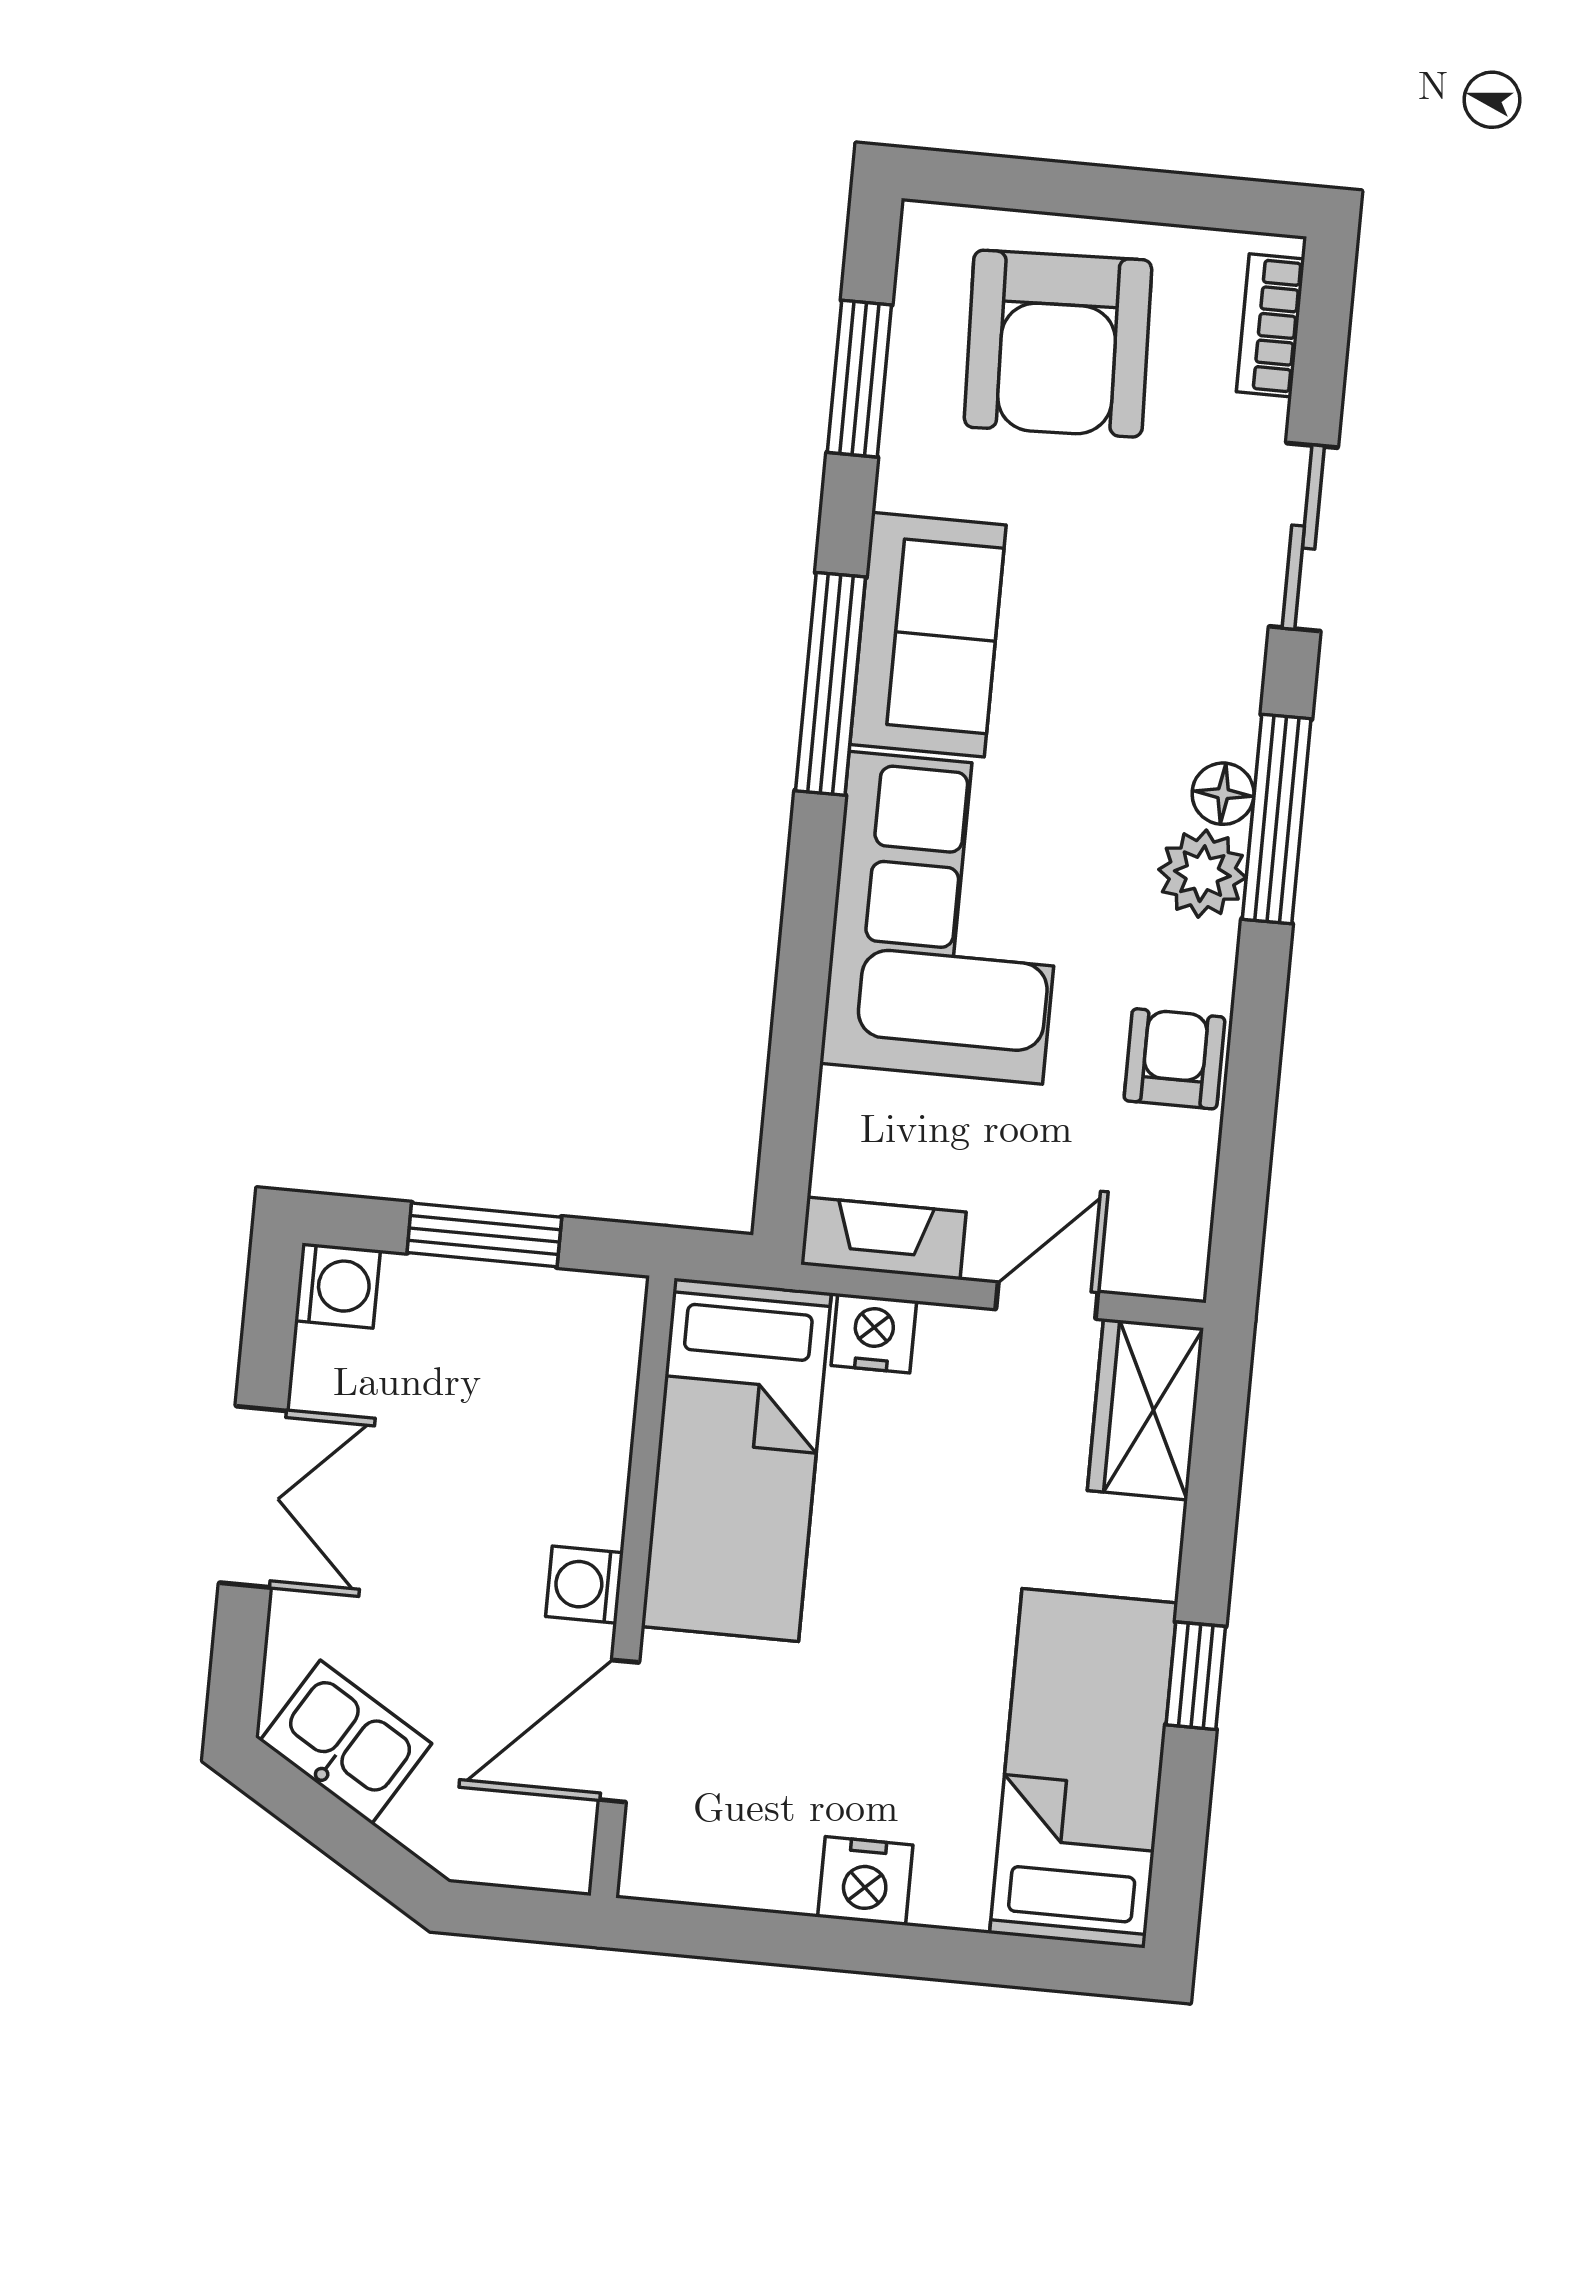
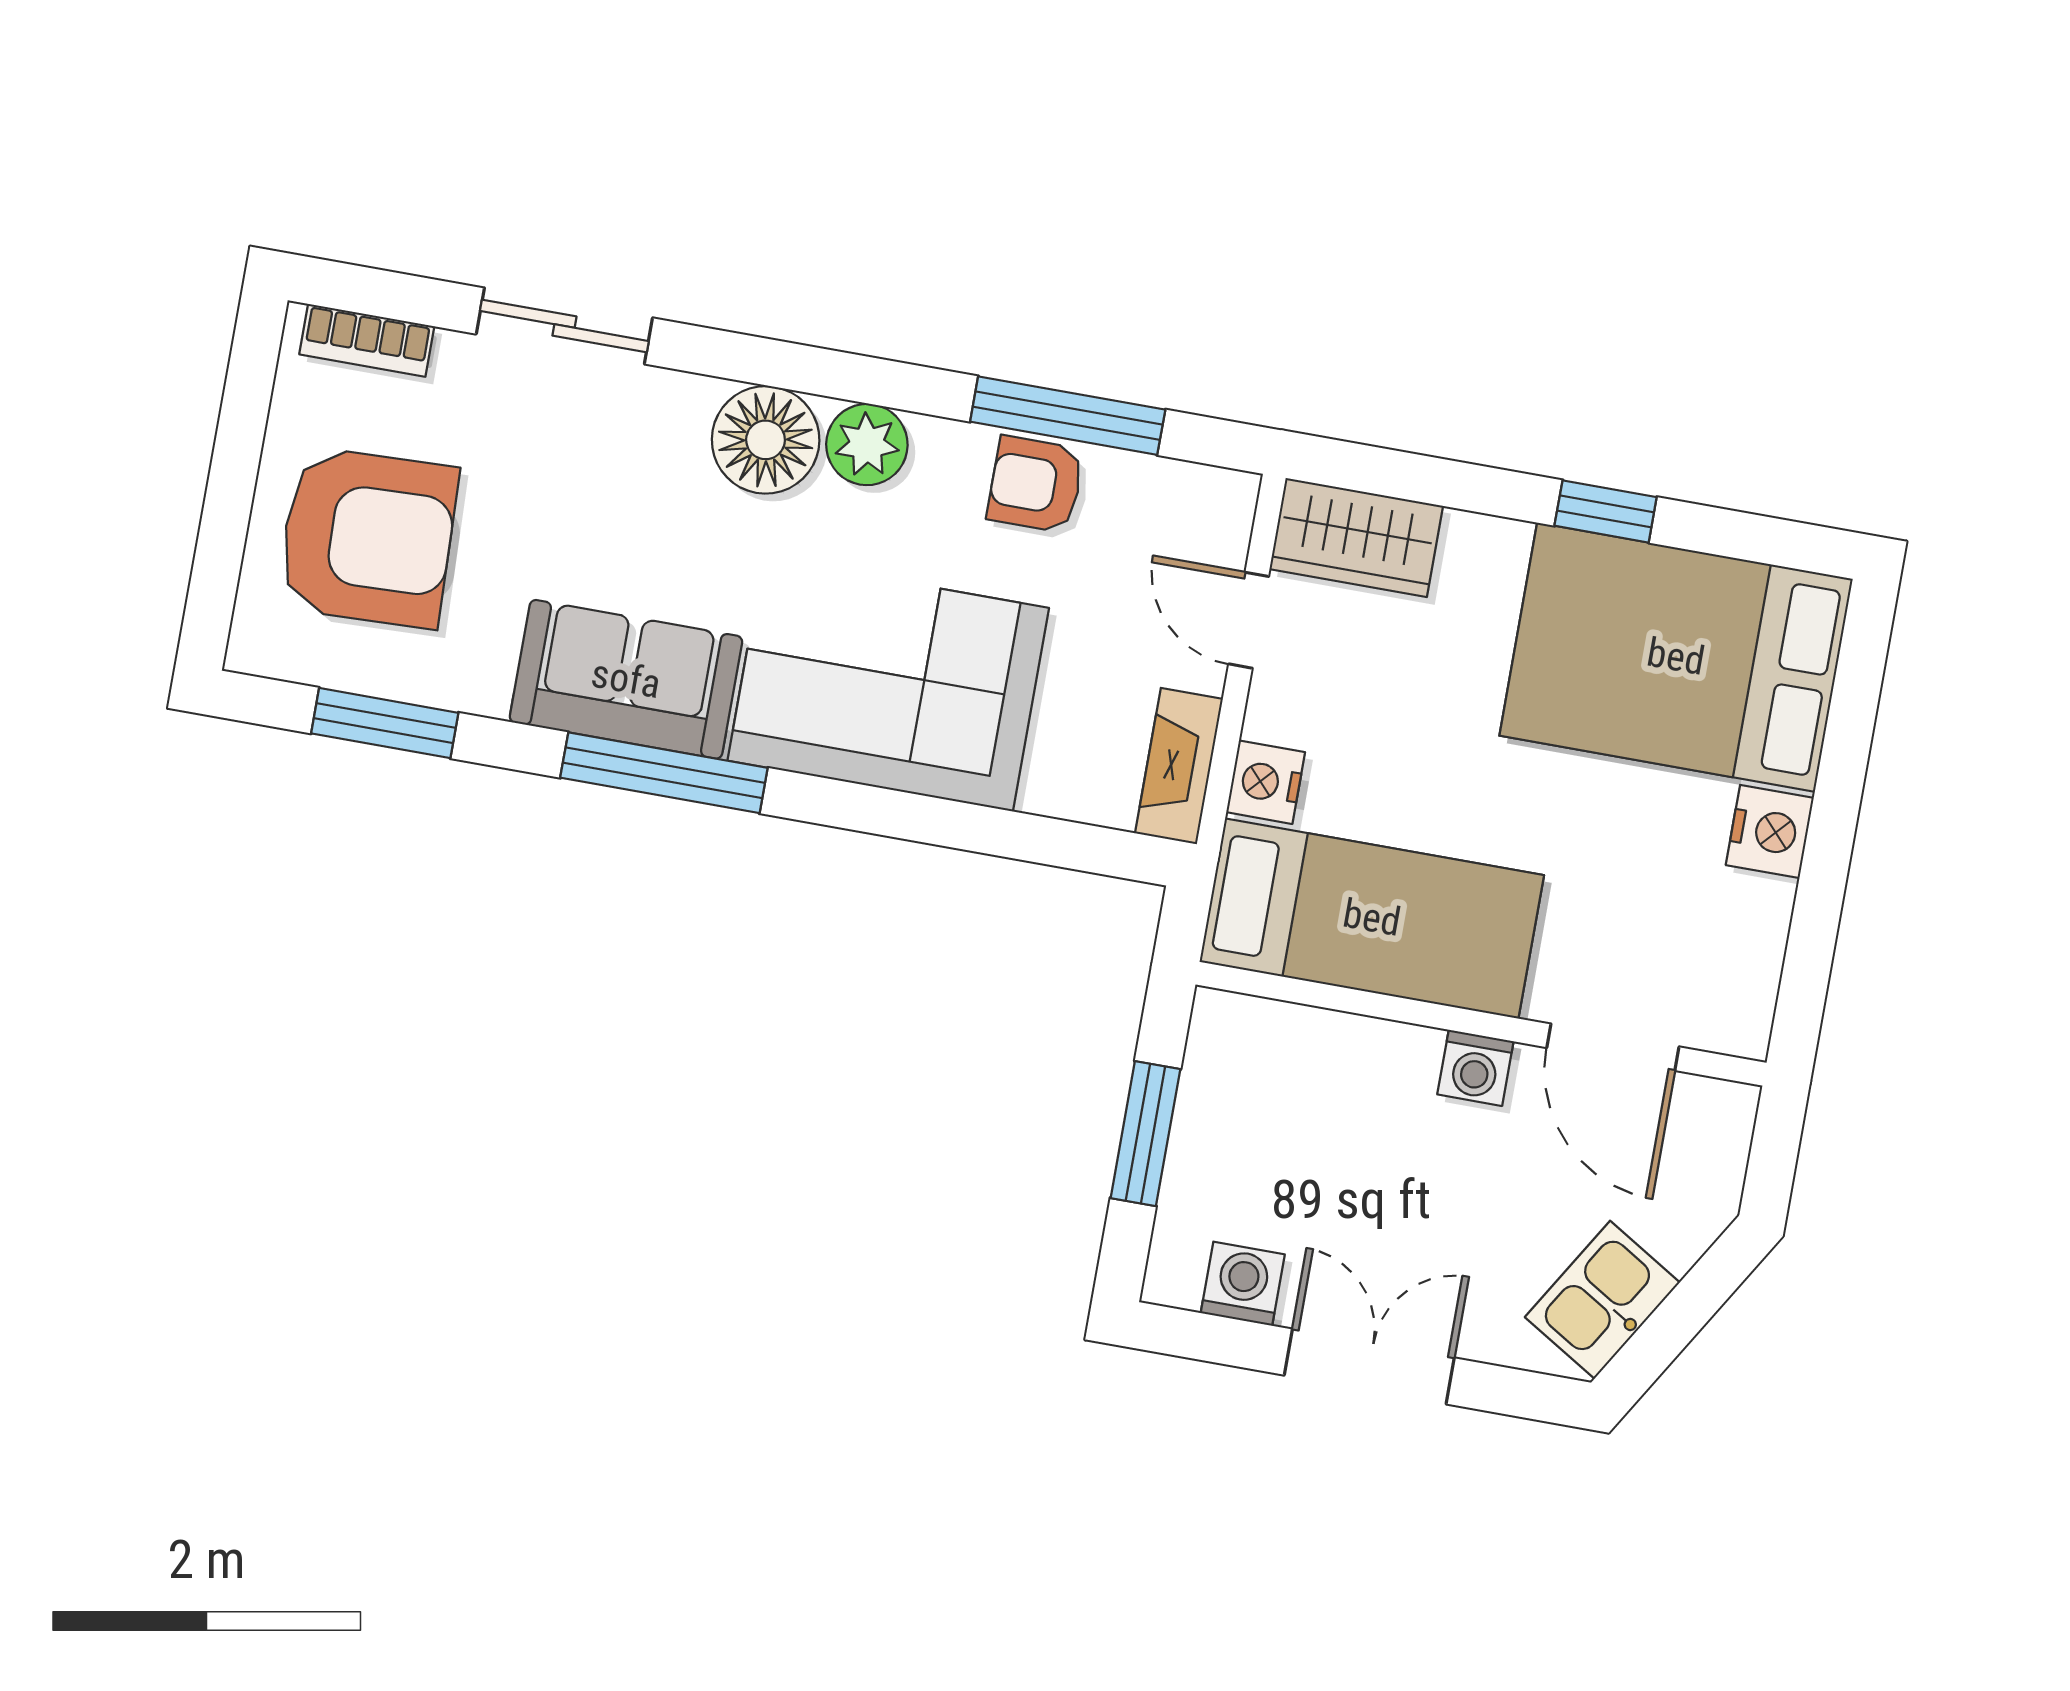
floor lamp: (1223, 794) -> (766, 440), width x1.89, depth x1.89
window: (1277, 819) -> (1068, 416), moved
washing machine: (338, 1285) -> (1243, 1284), moved
bed: (1084, 1768) -> (1676, 657), width x1.50

